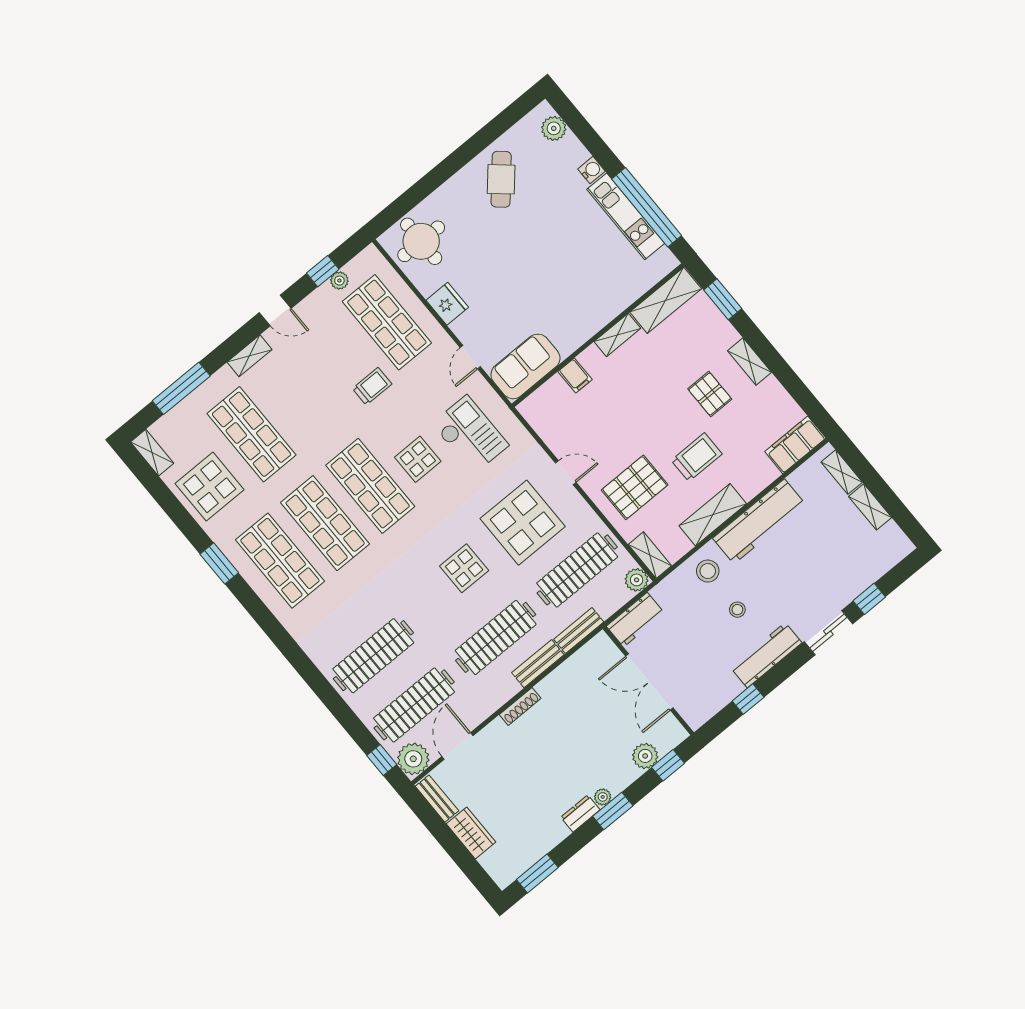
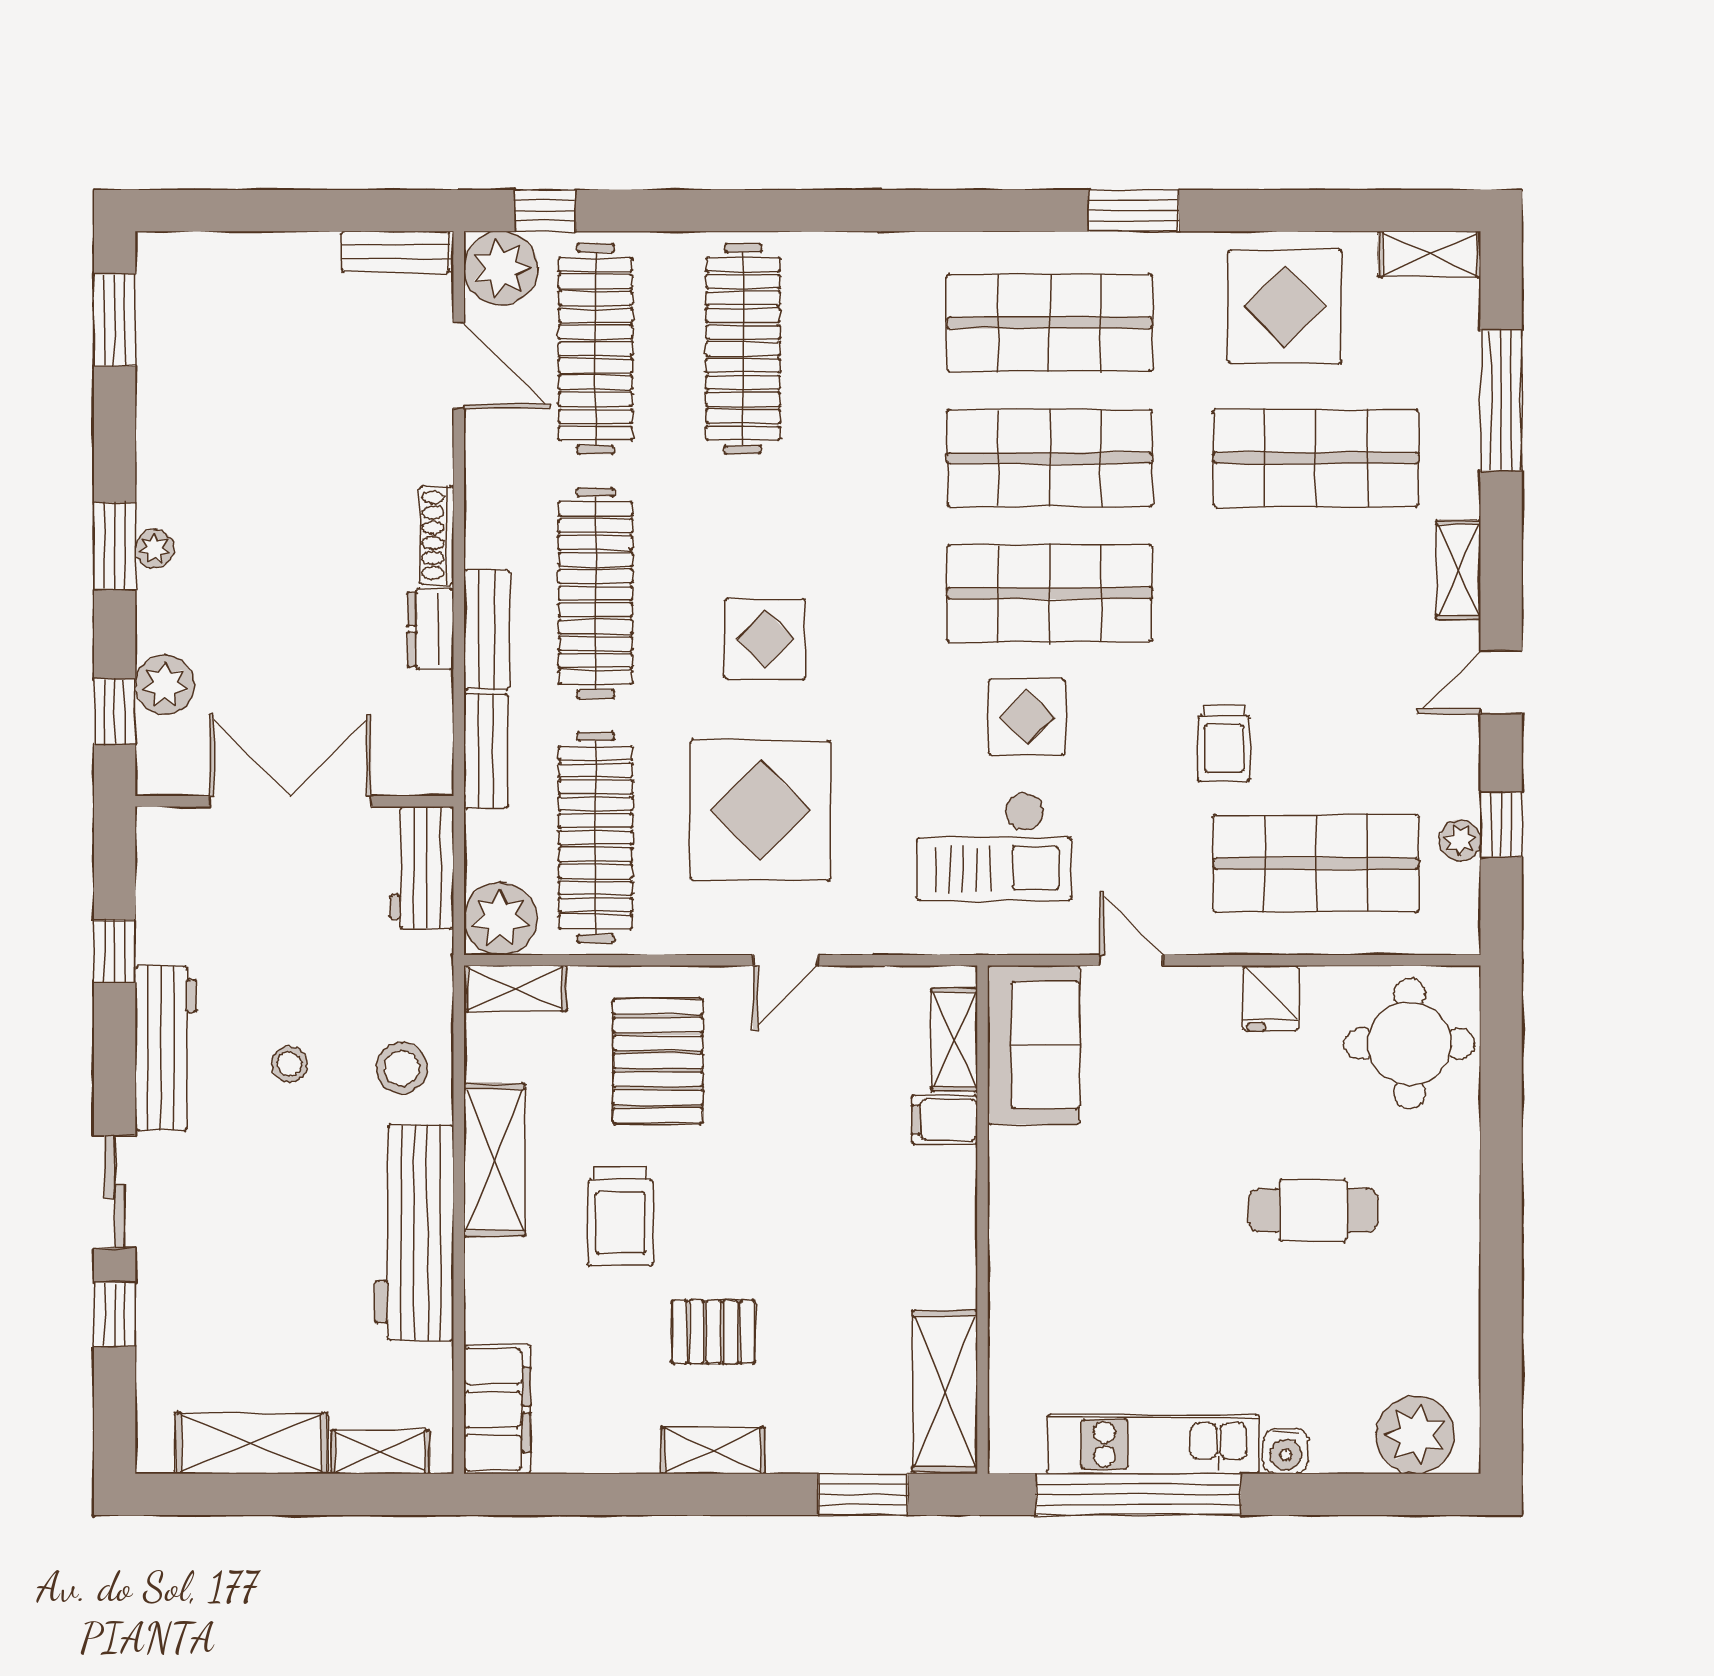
plant: (554, 128) -> (1415, 1435), width x1.36, depth x1.36
cafe table: (501, 179) -> (1313, 1210), moved, turned -41
fridge: (447, 304) -> (1271, 998), width x0.72
shelving: (617, 335) -> (954, 1040), moved
shelving: (870, 507) -> (251, 1443), width x1.50, depth x1.33
plant: (637, 580) -> (500, 919), width x1.36, depth x1.36
dresser: (580, 813) -> (431, 629), moved, turned 180
wardrobe: (471, 833) -> (284, 262), removed

